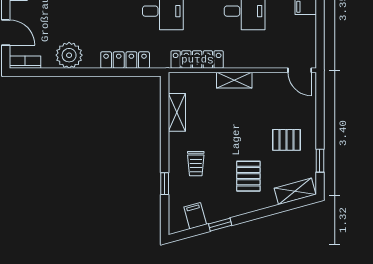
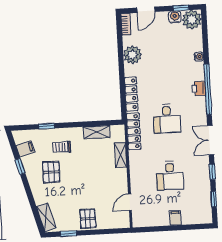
locker: (197, 60) -> (134, 131), moved
door: (300, 70) -> (130, 202), moved
shelving: (234, 80) -> (121, 155), moved
pallet: (286, 140) -> (88, 219), moved
pallet: (248, 176) -> (51, 172), moved, turned 90

